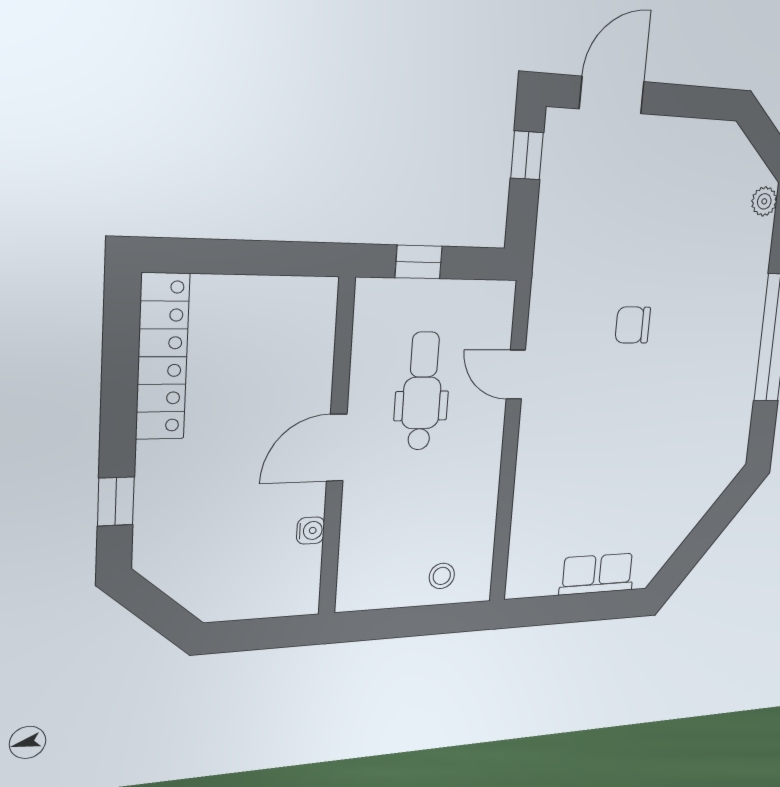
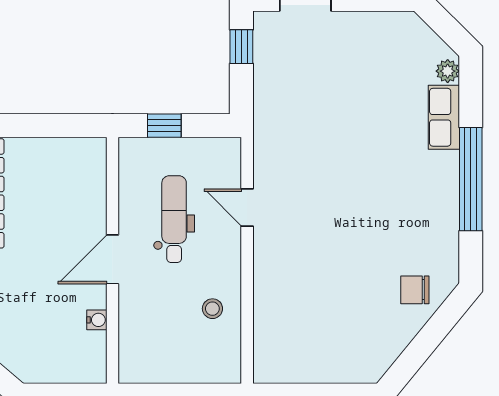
chair: (633, 325) -> (415, 290), moved
row of seats: (597, 574) -> (444, 117), moved, turned -90
stool: (442, 576) -> (212, 309), moved

